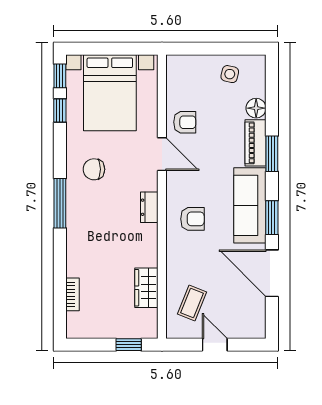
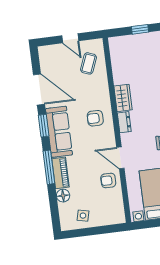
window: (272, 154) -> (49, 167), width x1.44
wardrobe: (146, 288) -> (123, 98), moved
window: (129, 345) -> (140, 29), moved

